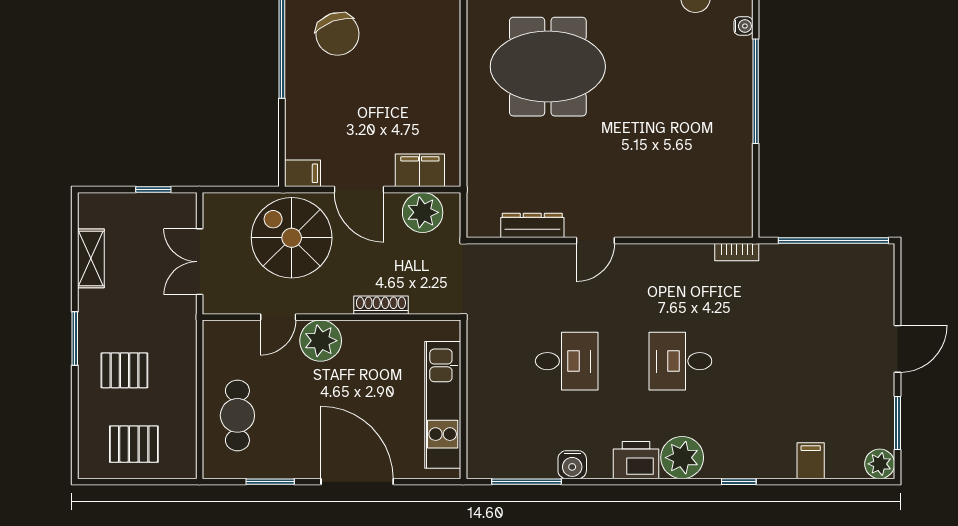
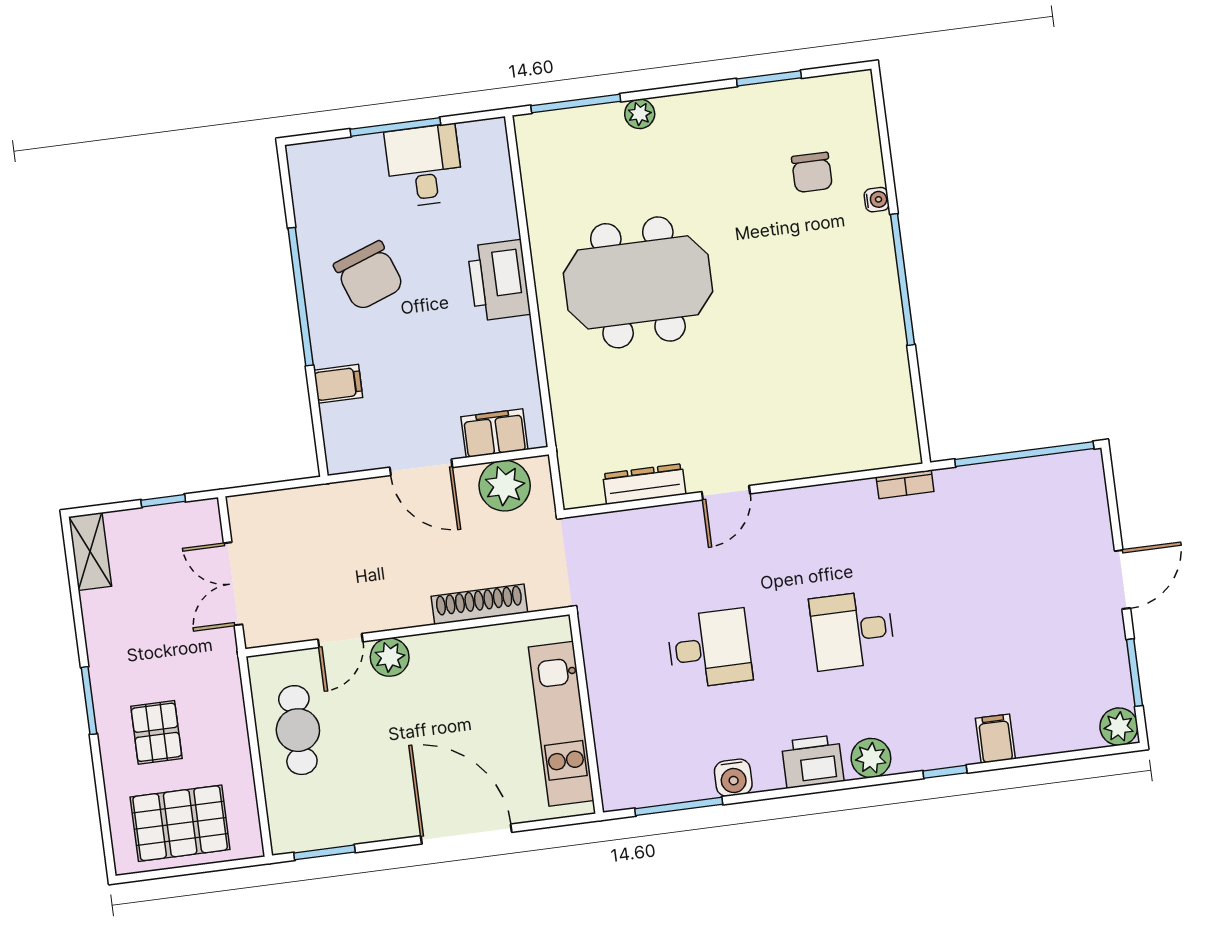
printer: (439, 51) -> (499, 280), added
filing cabinet: (303, 173) -> (338, 384), moved
spiral stairs: (292, 238) -> (344, 539), removed
shelving: (91, 258) -> (90, 551), moved
shoe rack: (381, 305) -> (479, 604), width x1.36, depth x1.24
plant: (321, 341) -> (390, 657), width x0.73, depth x0.73
pallet: (124, 370) -> (156, 732), turned 90
cafe table: (237, 415) -> (298, 730), moved
pallet: (134, 444) -> (180, 823), width x1.50, depth x1.42
plant: (682, 458) -> (871, 758), width x0.73, depth x0.73
filing cabinet: (811, 461) -> (995, 739), moved
window: (270, 482) -> (324, 852), moved

